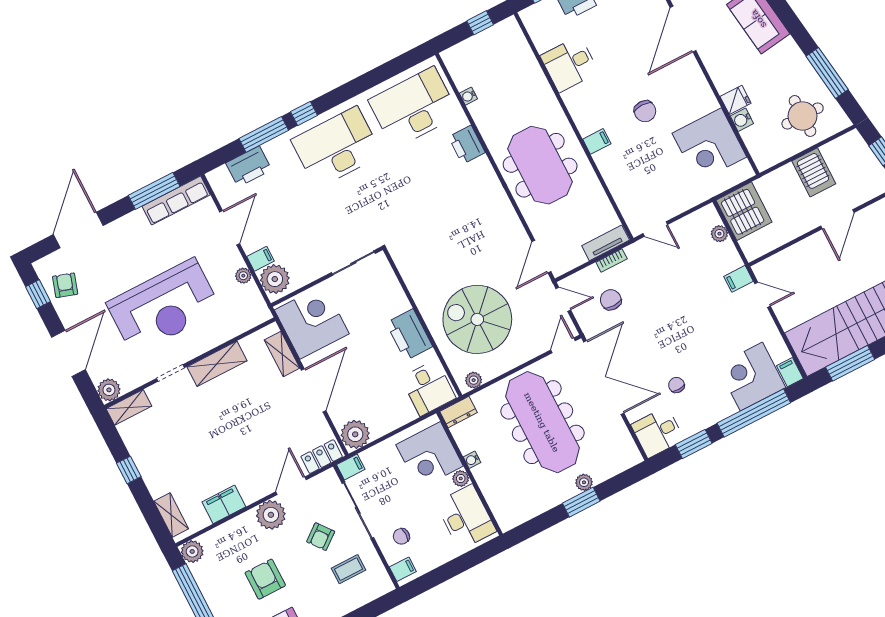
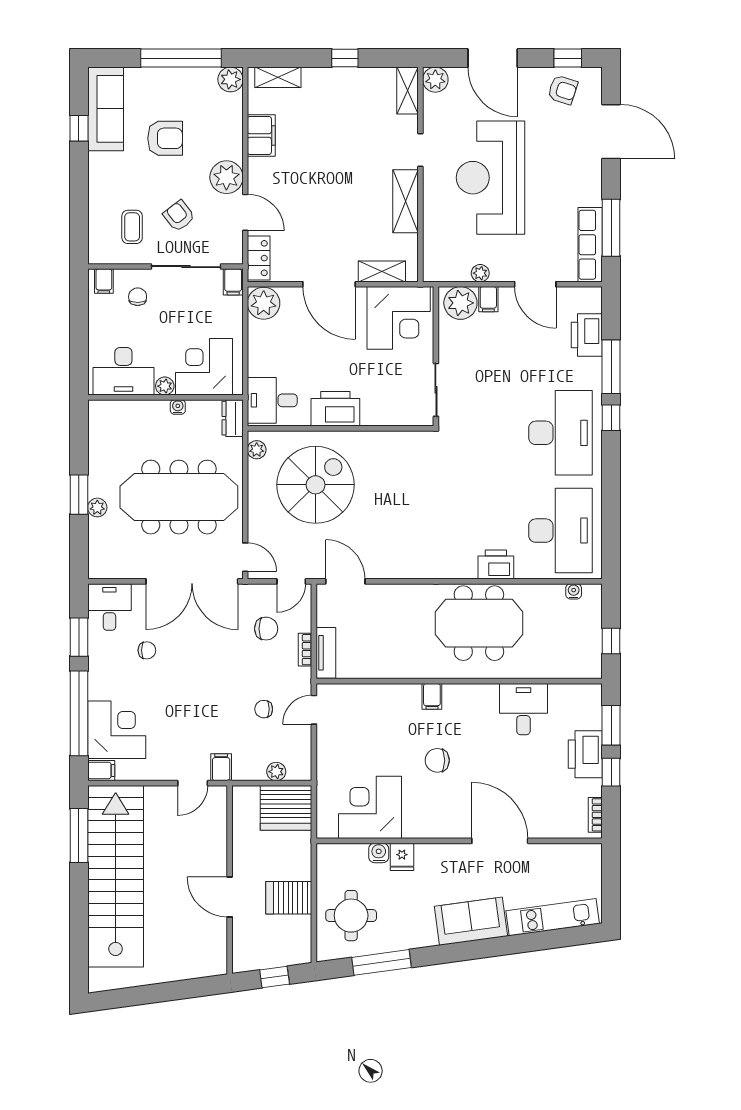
water cooler: (468, 96) -> (574, 591), moved
meeting table: (540, 165) -> (479, 623), moved
chair: (675, 269) -> (264, 709), added

